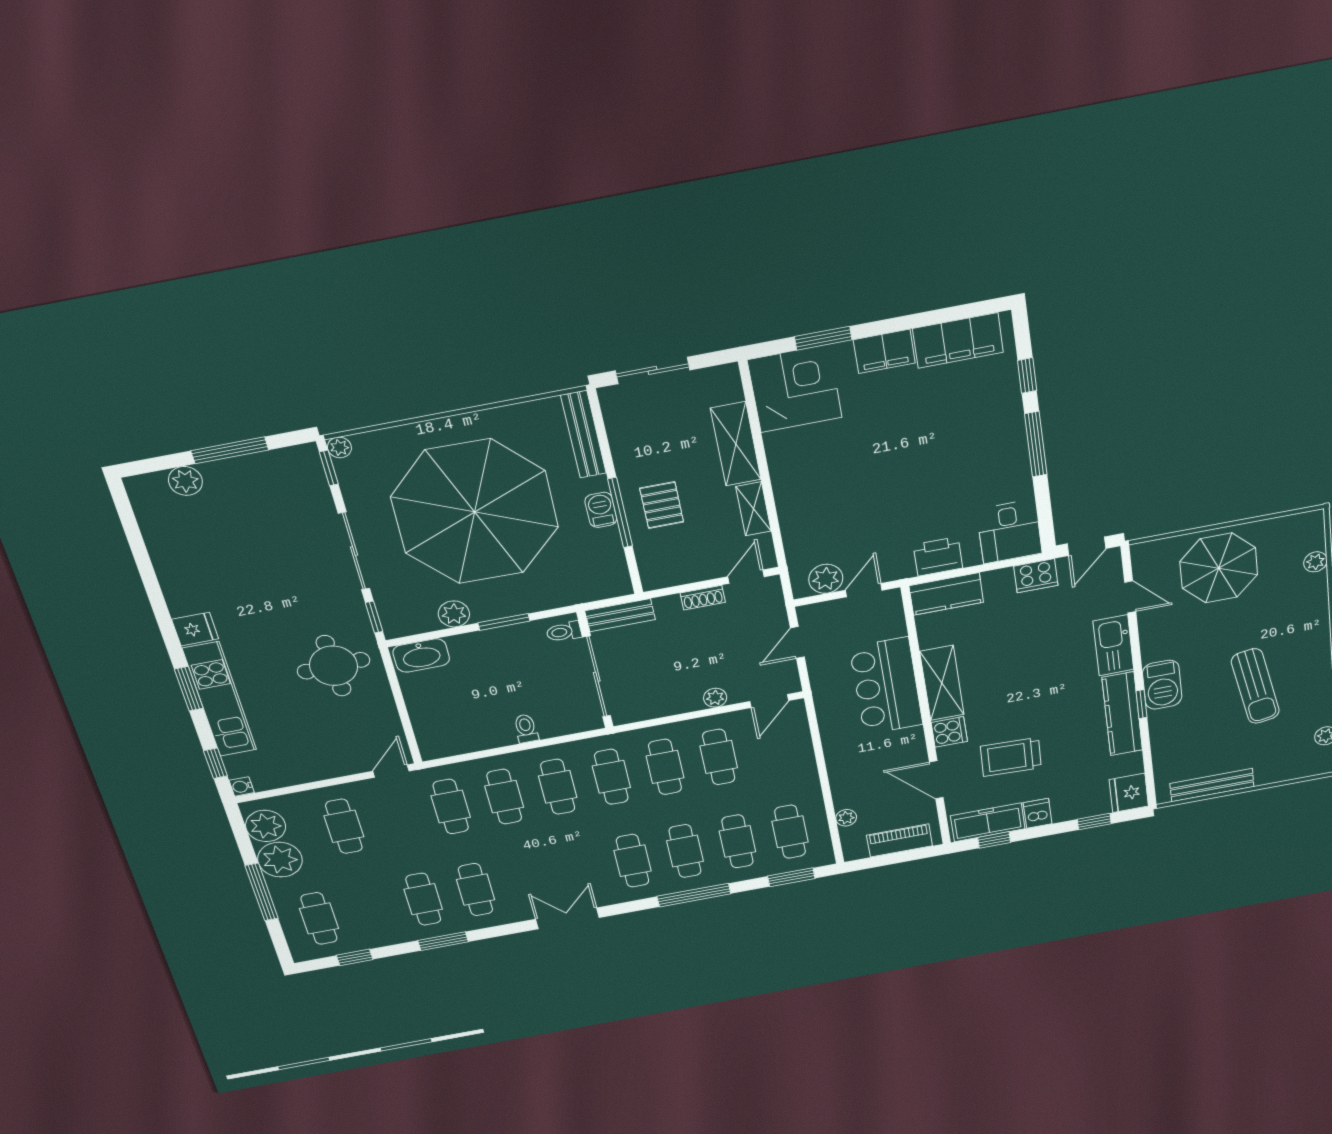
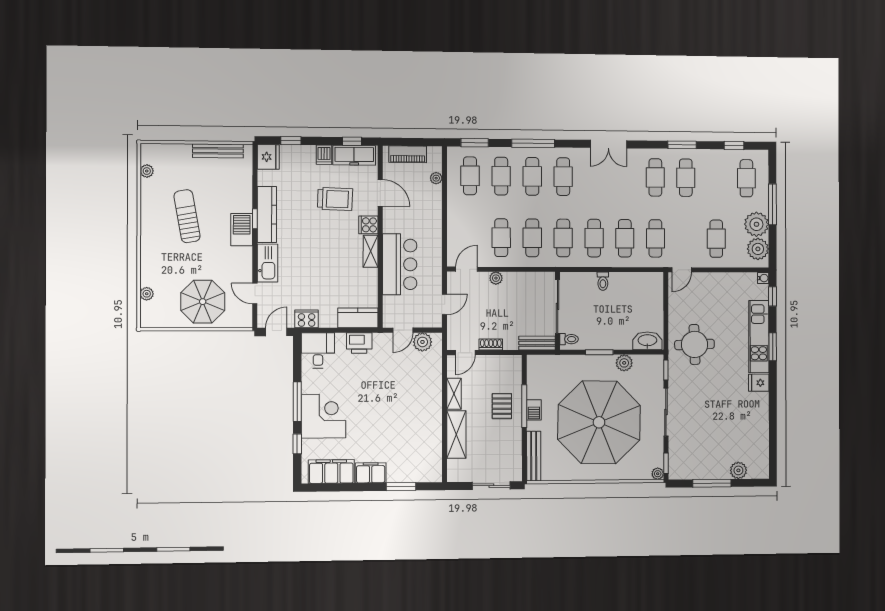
corner desk: (795, 389) -> (323, 416), moved, turned 180
shelving: (942, 683) -> (371, 251), width x0.67, depth x0.75

